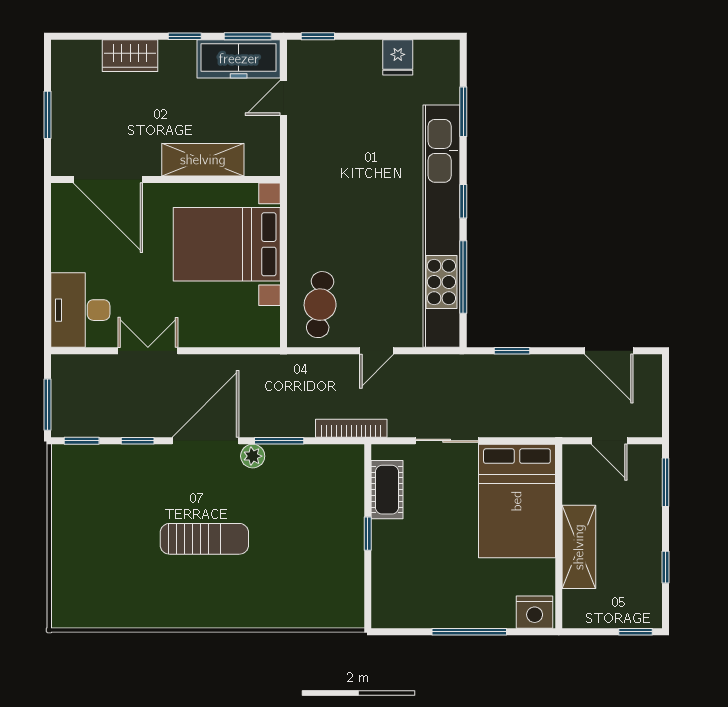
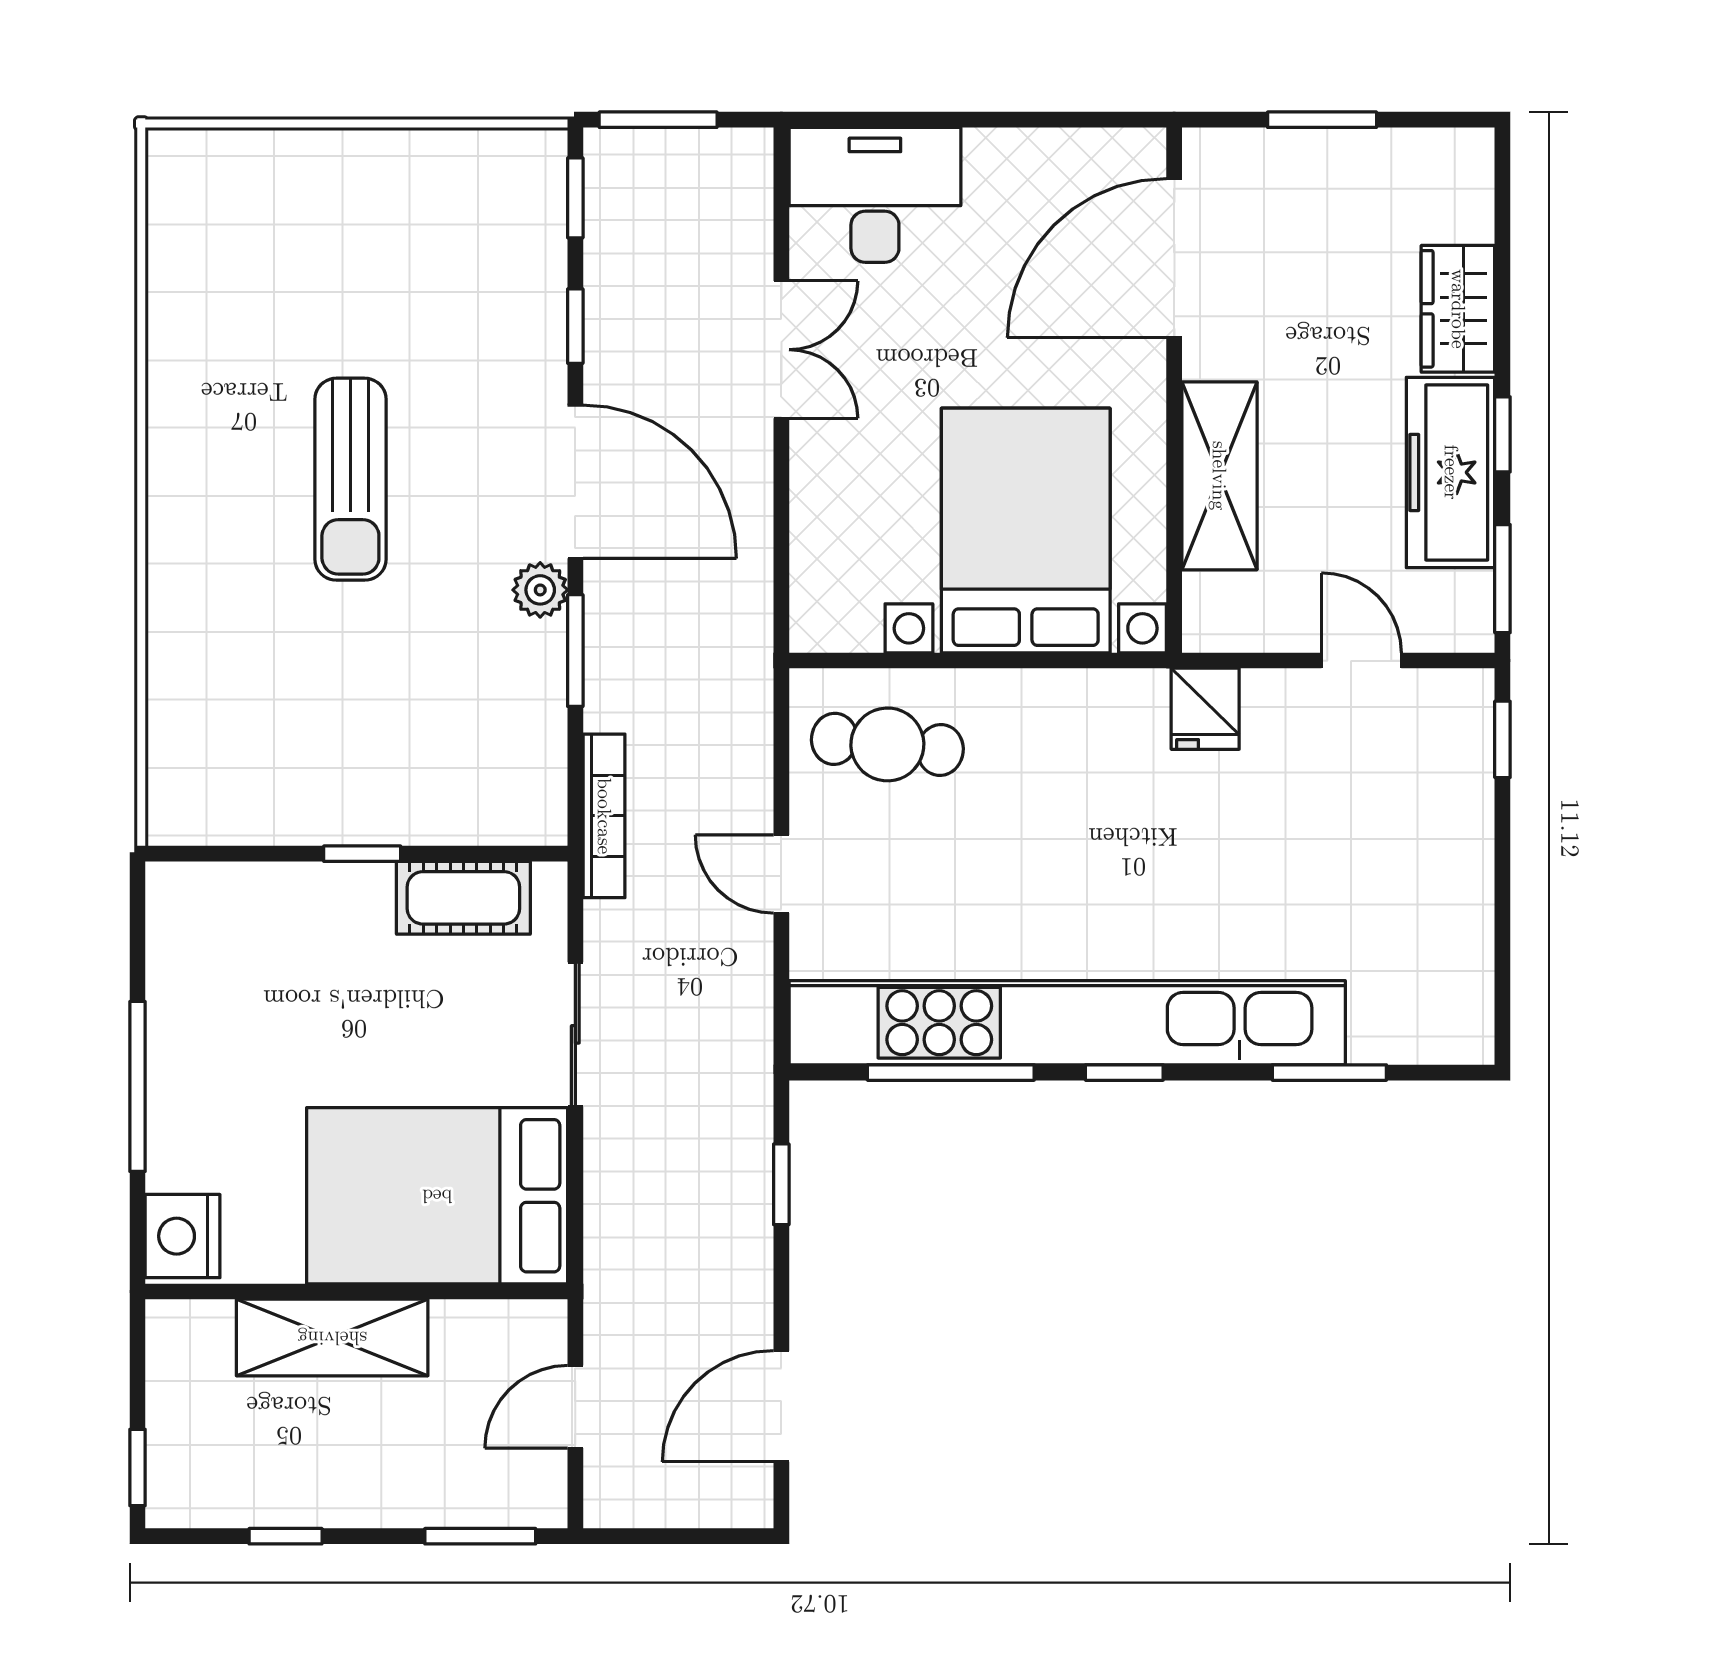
fridge: (398, 57) -> (1205, 709), moved, turned -90
freezer: (239, 59) -> (1451, 472), moved

